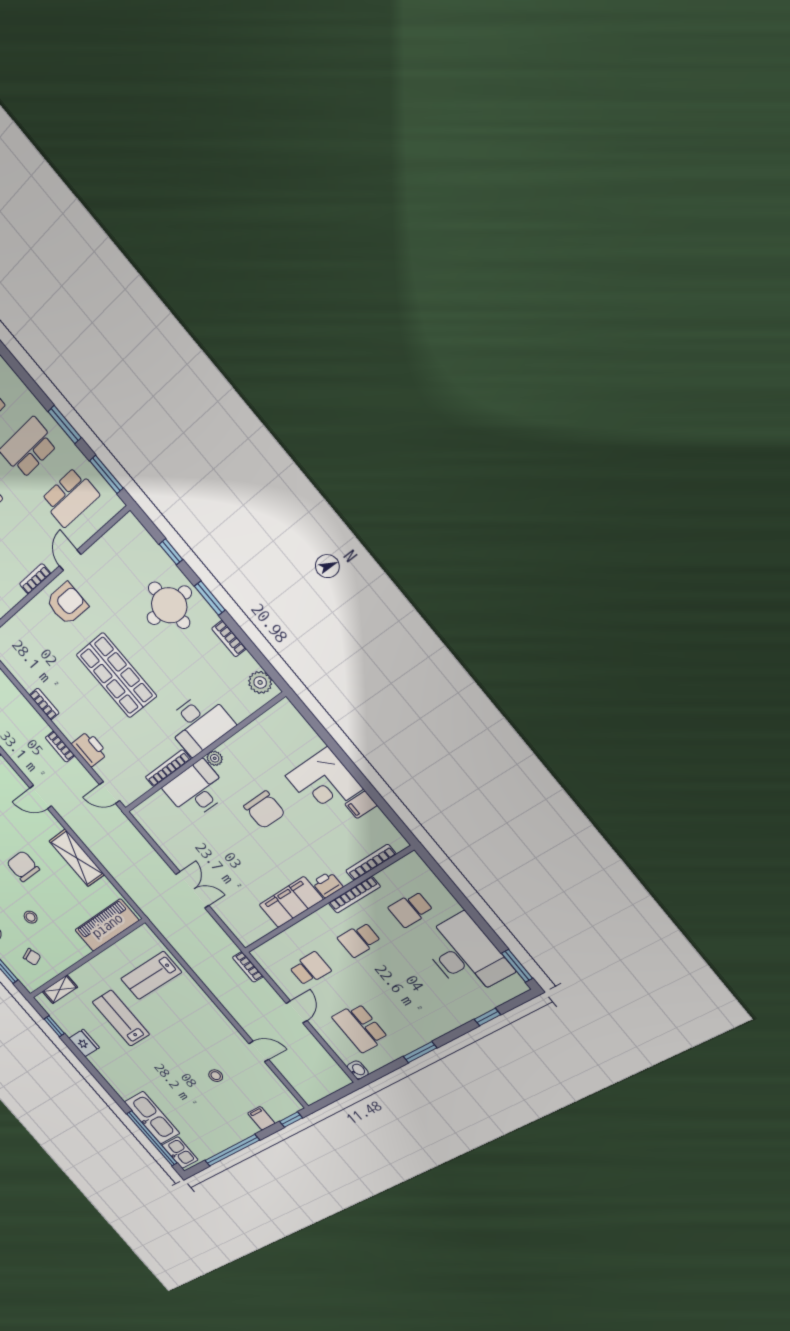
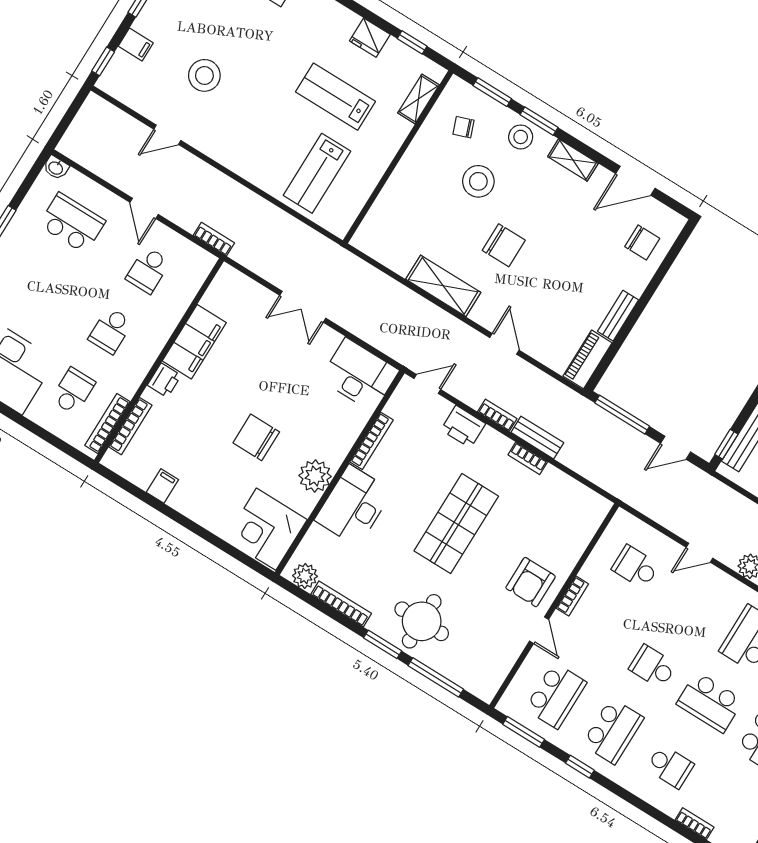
window: (65, 425) -> (580, 767), width x0.67
school desk: (70, 497) -> (556, 696), turned 180
window: (171, 552) -> (436, 677), width x2.17
bookcase: (229, 639) -> (341, 604), width x1.56
shop shelf: (116, 675) -> (456, 524), turned 90
bench: (33, 717) -> (537, 438), added
plant: (215, 758) -> (315, 476), width x1.88, depth x1.88
corner desk: (324, 782) -> (266, 529), moved, turned -90
desk: (196, 790) -> (359, 375), moved, turned -90
door: (41, 797) -> (504, 344), hinge flipped
bookcase: (354, 895) -> (107, 424), moved
stool: (31, 917) -> (478, 181), width x1.89, depth x1.89
piano: (107, 925) -> (386, 215), removed
school desk: (359, 940) -> (111, 331), turned 180
lab bench: (151, 976) -> (317, 173), turned 180
lab bench: (121, 1018) -> (336, 97), turned 180
stool: (216, 1076) -> (204, 75), width x1.89, depth x1.89

